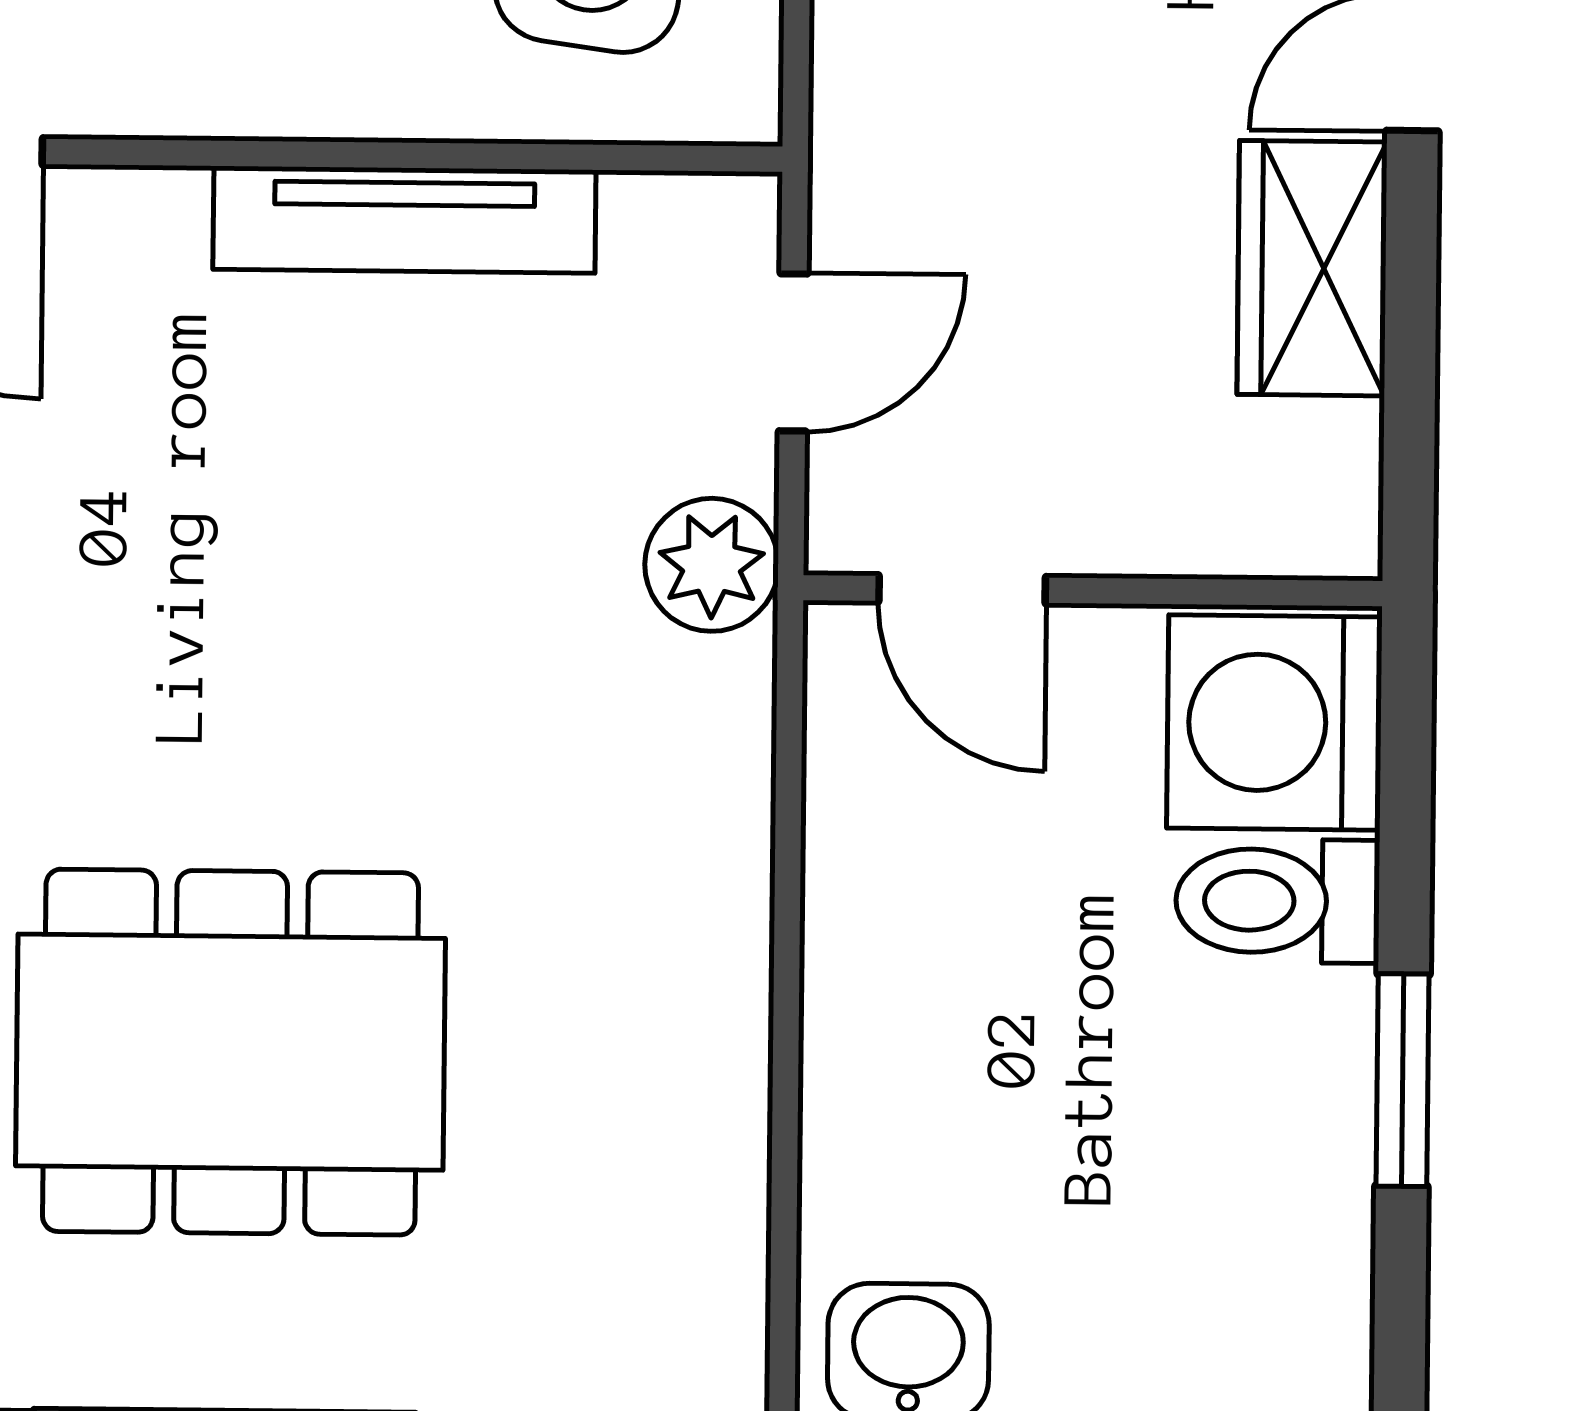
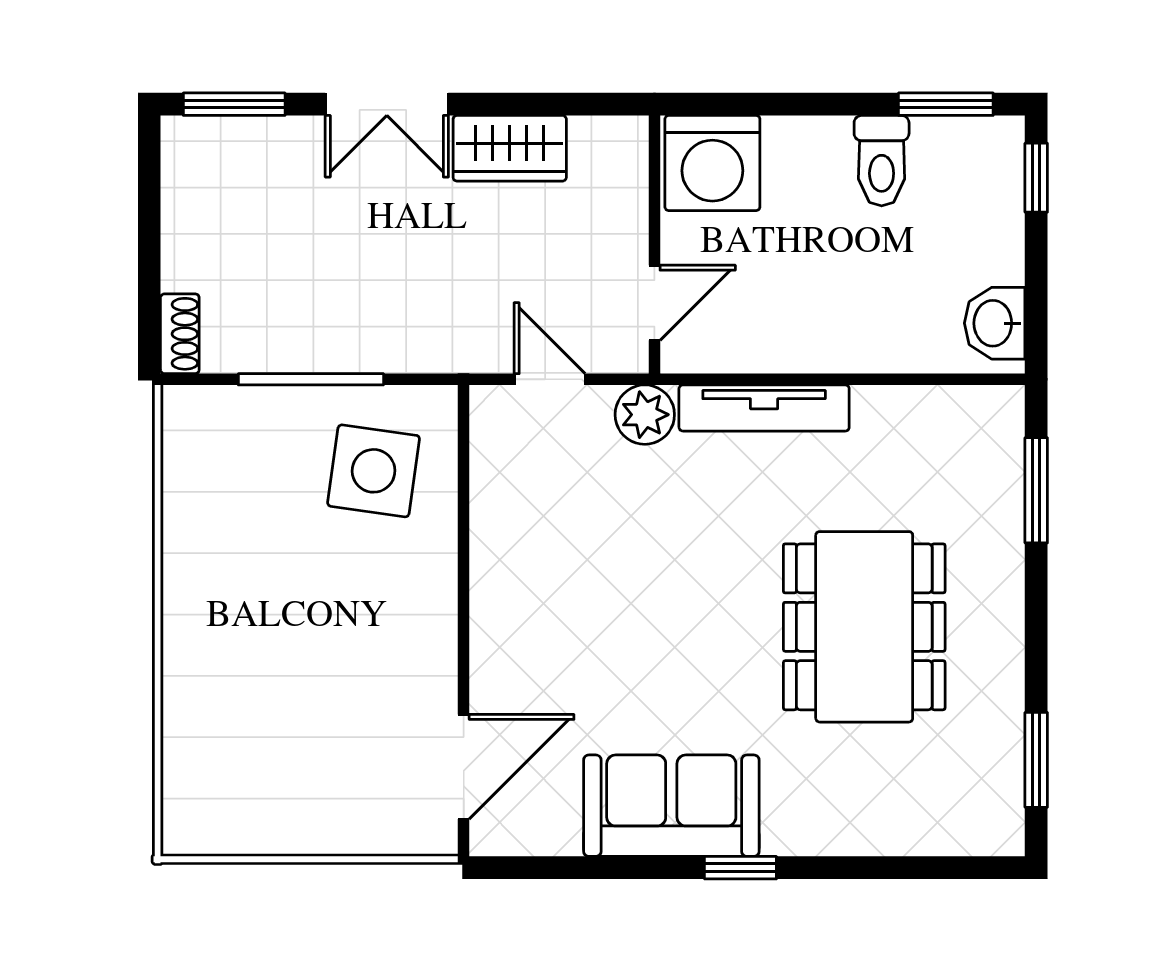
tv unit: (404, 220) -> (764, 408), moved, turned 90
toilet: (1278, 901) -> (882, 161), moved
window: (1402, 1080) -> (946, 104), moved

